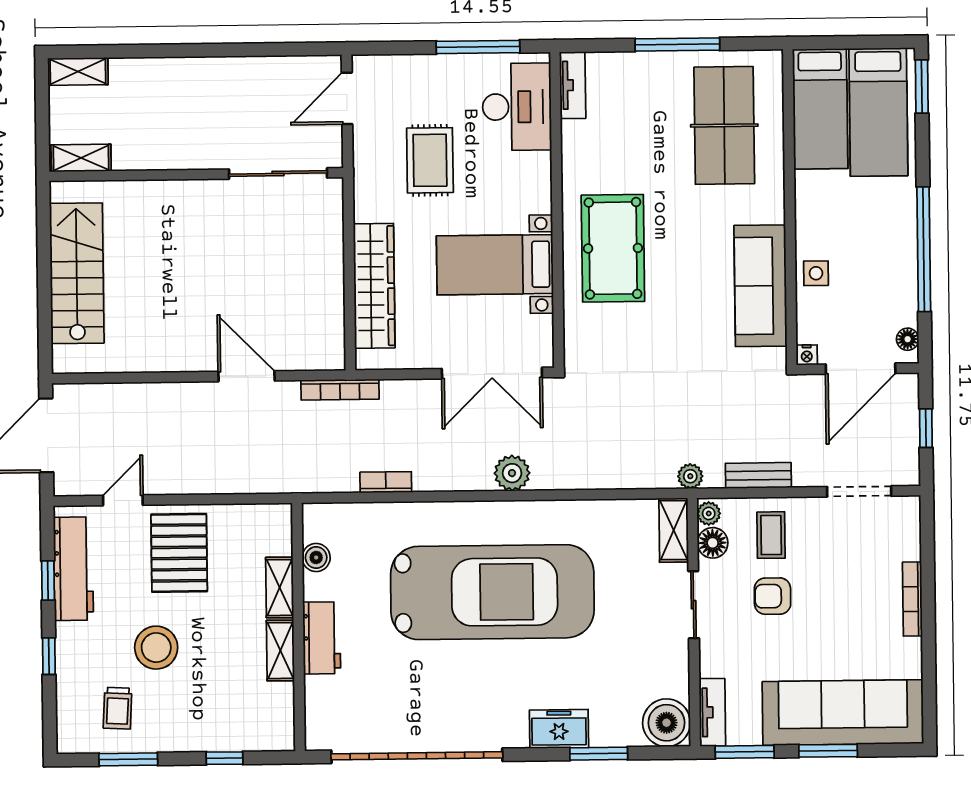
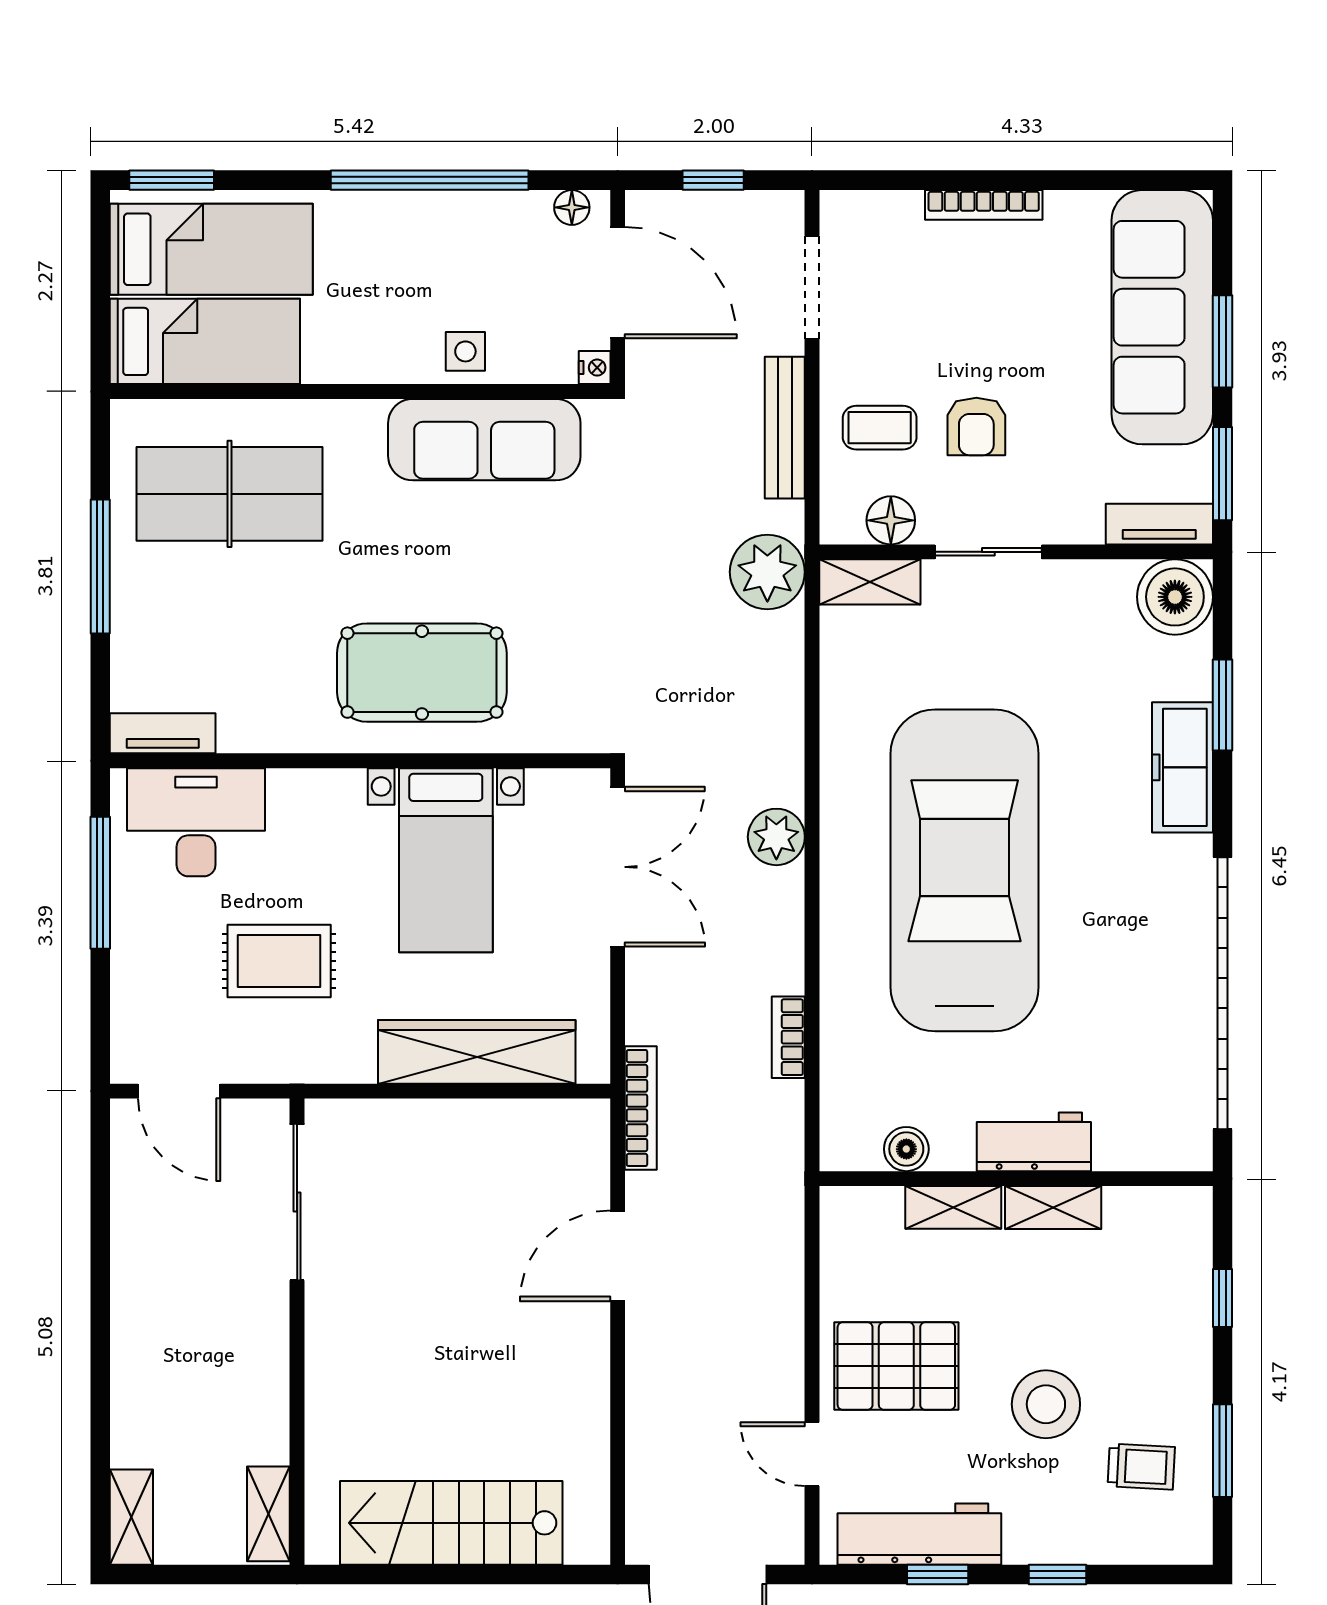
bench: (758, 475) -> (785, 428), width x1.36
plant: (690, 476) -> (767, 572), width x1.87, depth x1.87
plant: (709, 513) -> (844, 526), removed
freezer: (559, 729) -> (1183, 767), width x1.40

